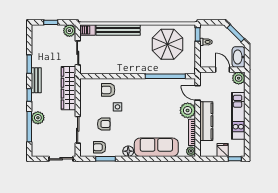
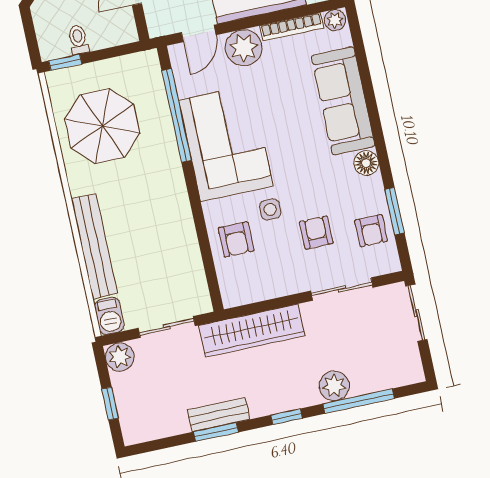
bench: (36, 80) -> (219, 415), moved
corner sofa: (149, 94) -> (226, 143), added

